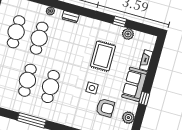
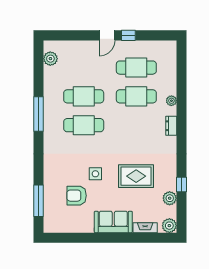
window: (144, 98) -> (100, 238), removed
armchair: (105, 108) -> (77, 196), turned 90
plant: (128, 118) -> (169, 226), moved

